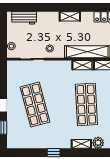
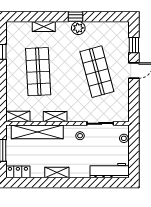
workbench: (24, 18) -> (109, 171), width x1.38
shelving: (82, 65) -> (55, 117), moved
plant: (98, 143) -> (78, 28), moved

